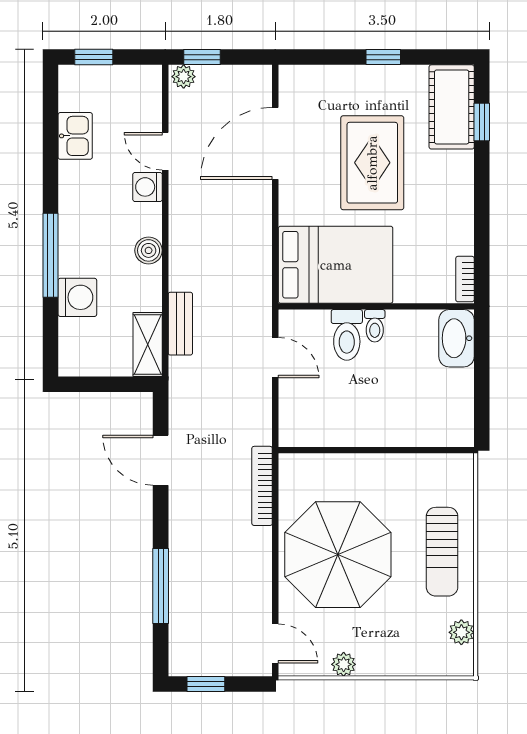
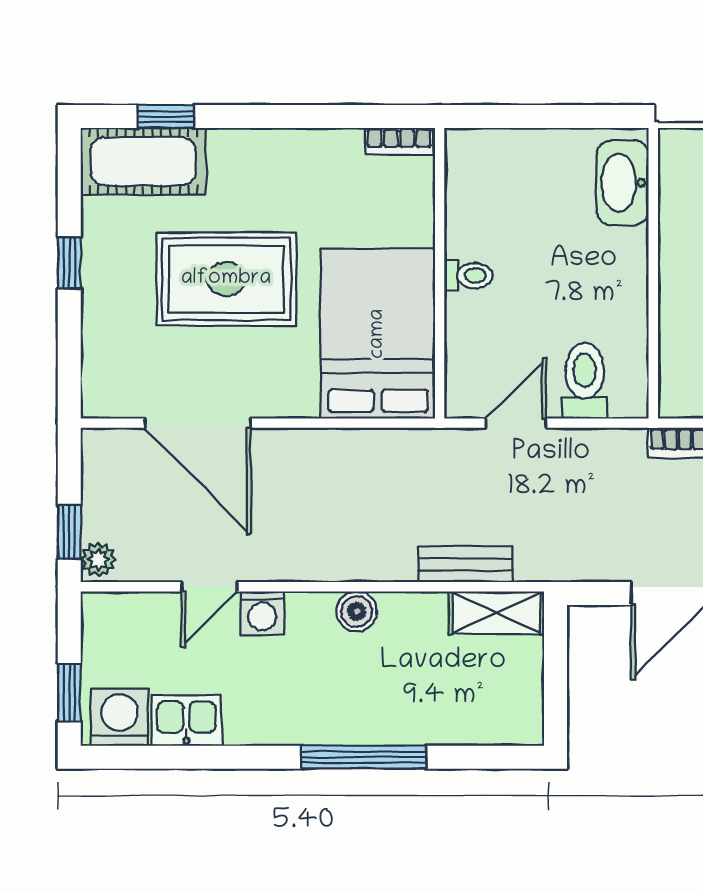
washing machine: (77, 297) -> (119, 717), moved
toilet: (347, 335) -> (585, 381), moved, turned -90
washbasin: (456, 338) -> (623, 183), moved, turned 90

